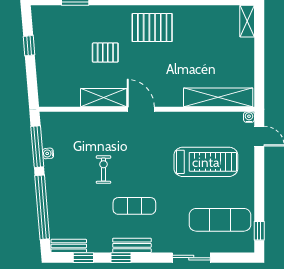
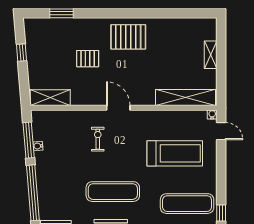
shelving: (247, 21) -> (211, 55), moved
shelving: (104, 98) -> (50, 98), moved
exercise bike: (103, 170) -> (98, 139), moved
exercise mat: (134, 206) -> (113, 192), width x1.36, depth x1.45

